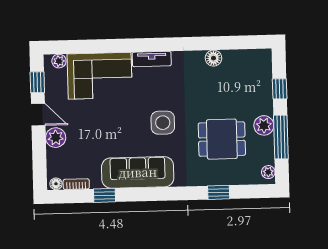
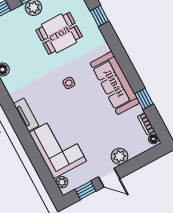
door: (38, 115) -> (109, 178), swing flipped
side table: (163, 123) -> (69, 83), width x0.54, depth x0.54
dining table: (222, 139) -> (59, 33), turned 90

